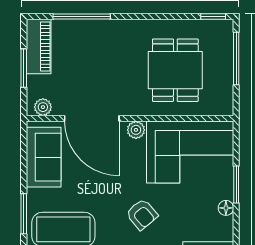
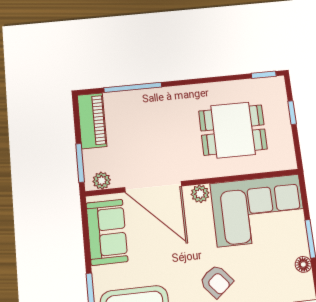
window: (236, 58) -> (292, 113), width x0.46
window: (24, 68) -> (80, 163), moved
dining table: (175, 70) -> (233, 130), turned 90

